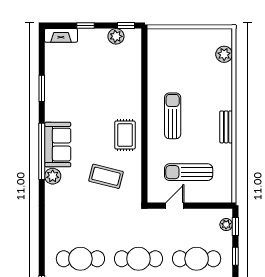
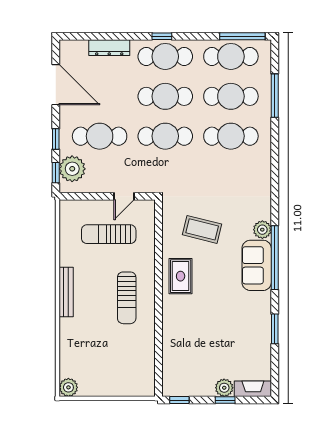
plant: (116, 36) -> (224, 388), moved
plant: (224, 54) -> (68, 387), moved
bench: (226, 127) -> (66, 292), width x1.36
sun lounger: (189, 172) -> (109, 234), turned 180
plant: (226, 225) -> (72, 169), width x1.87, depth x1.87

